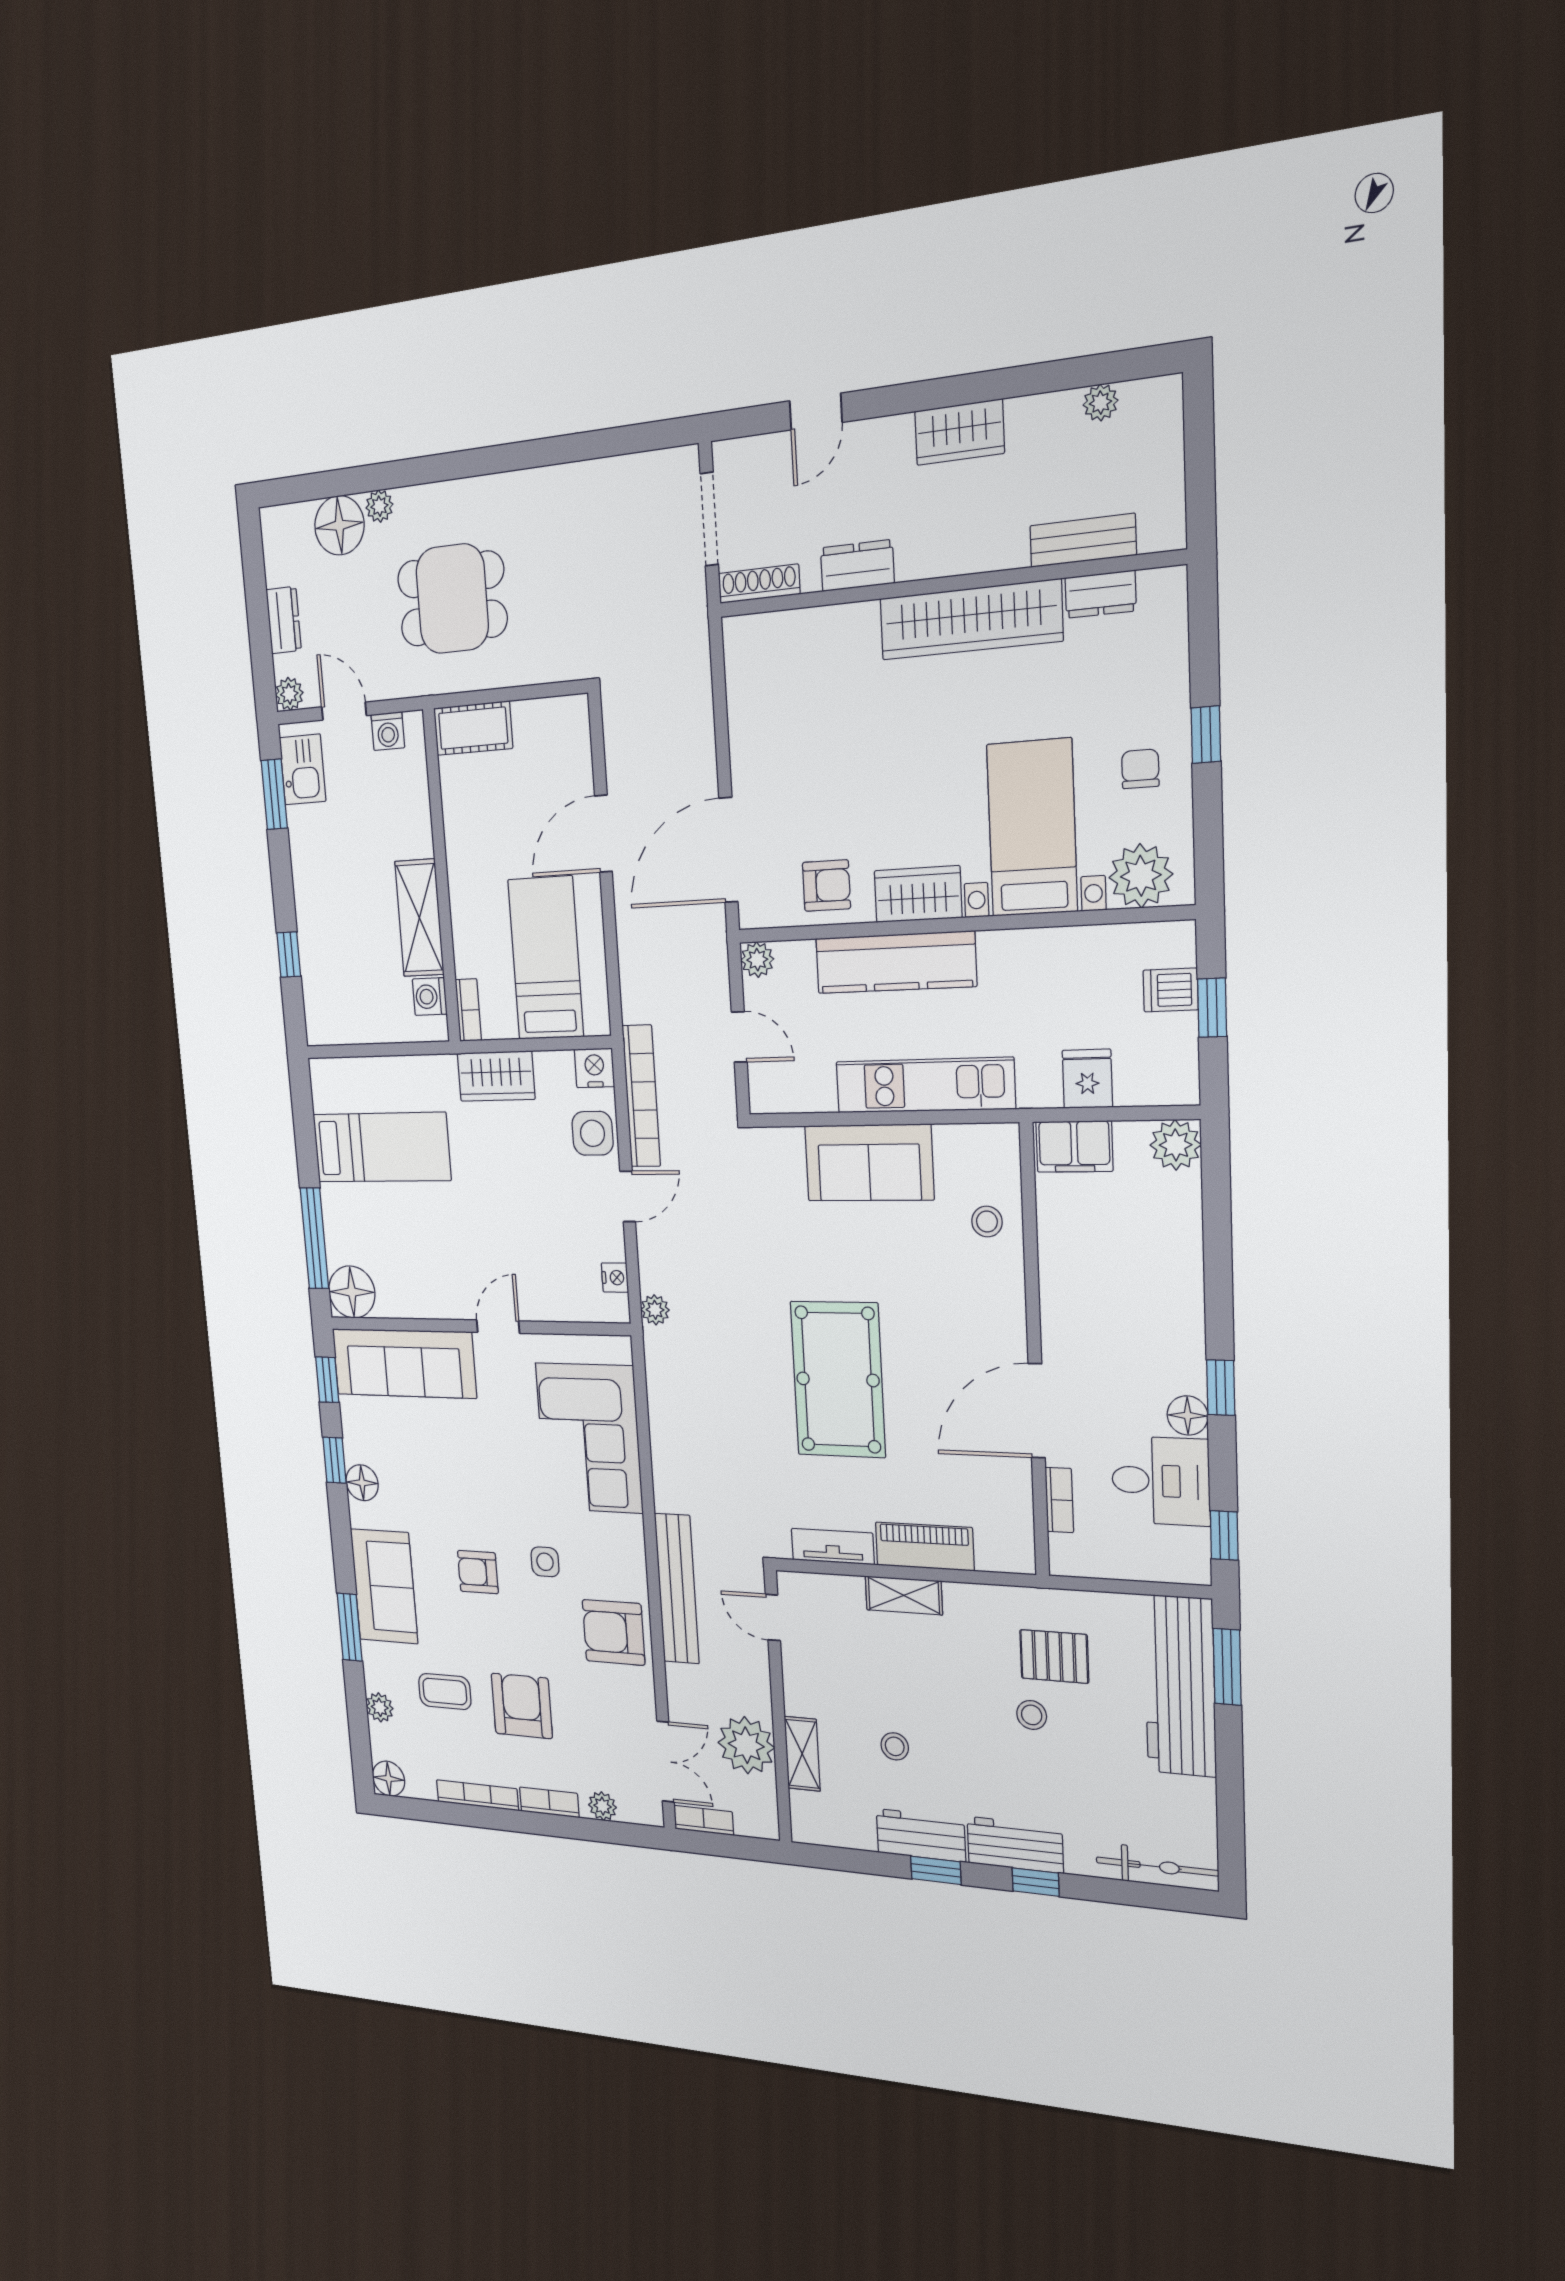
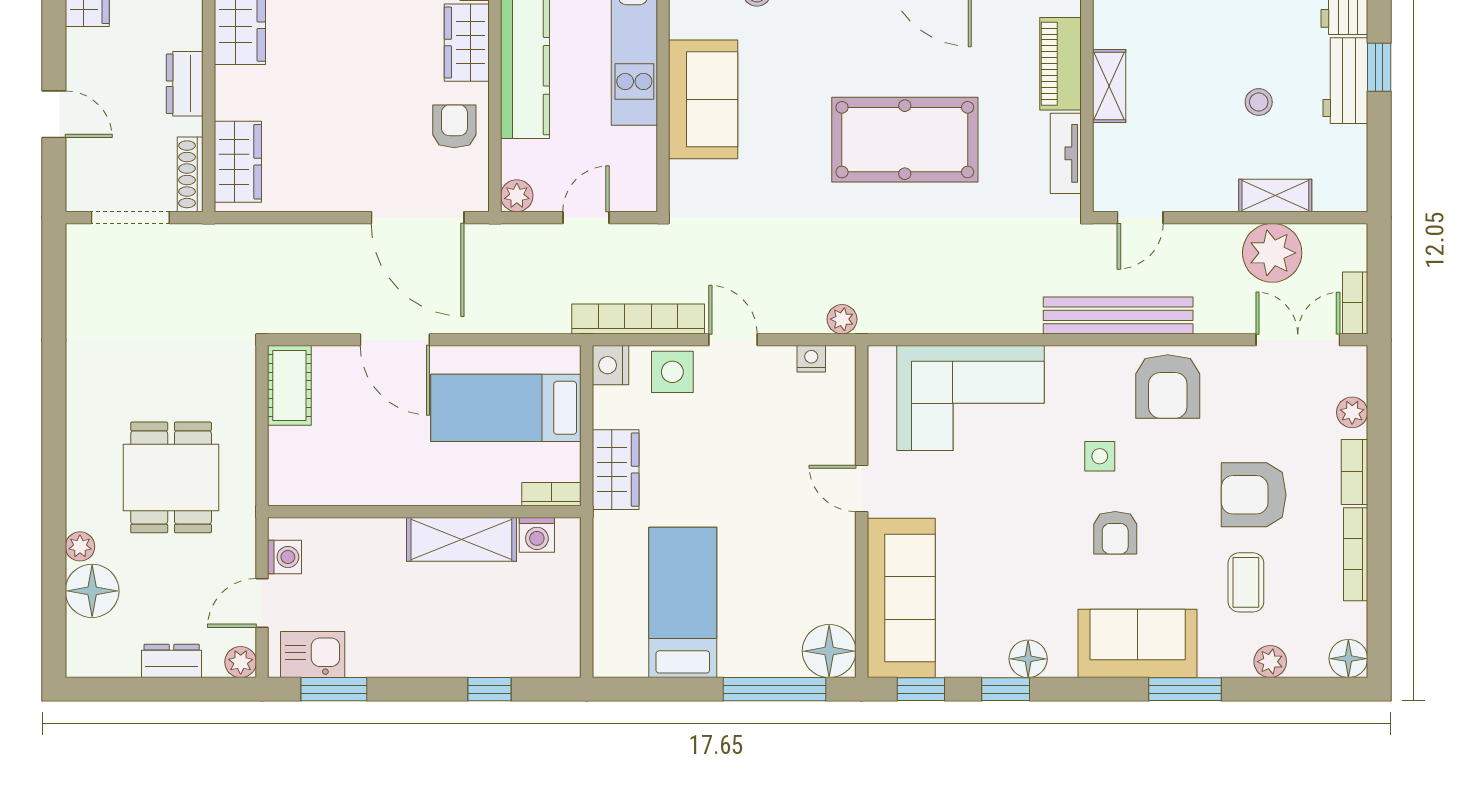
wardrobe: (776, 638) -> (238, 162), added
cot: (473, 728) -> (289, 385), moved

